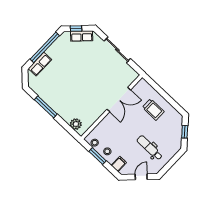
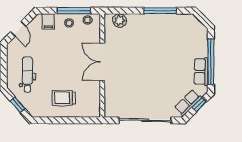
sliding door: (117, 50) -> (145, 120), width x1.36
row of seats: (40, 64) -> (201, 72), moved
double door: (119, 100) -> (102, 62), moved
dental chair: (150, 148) -> (27, 75), moved, turned -90
window: (98, 156) -> (74, 11), width x1.44

